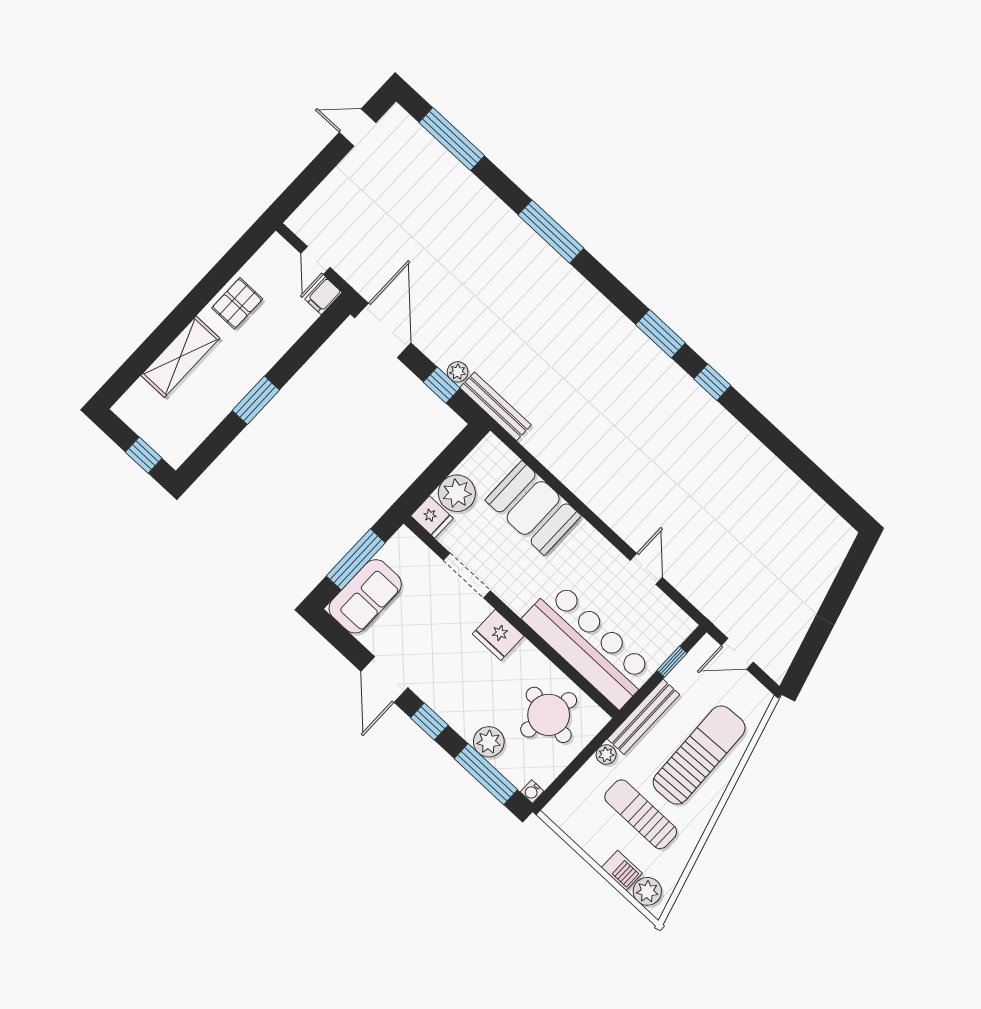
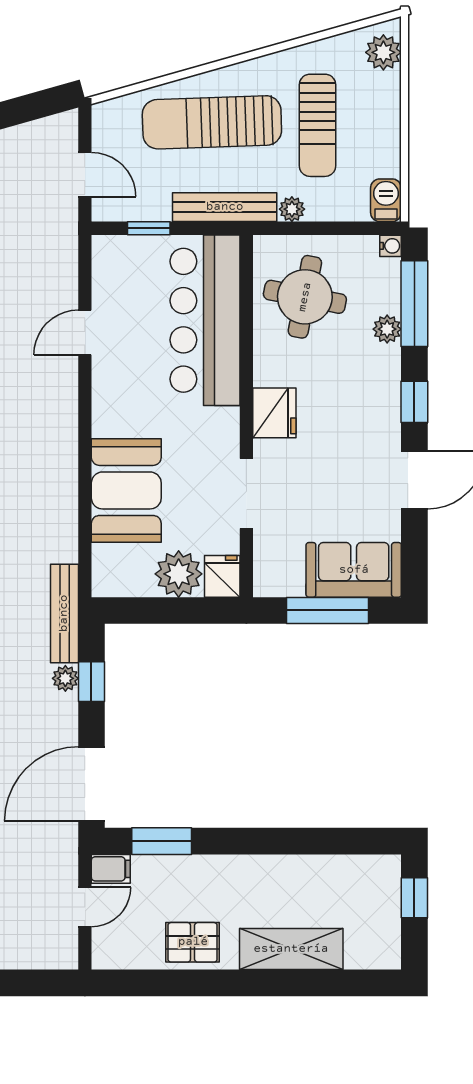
window: (256, 400) -> (162, 841), moved
plant: (489, 742) -> (387, 329), width x0.73, depth x0.73
barbecue: (622, 870) -> (386, 200), moved

